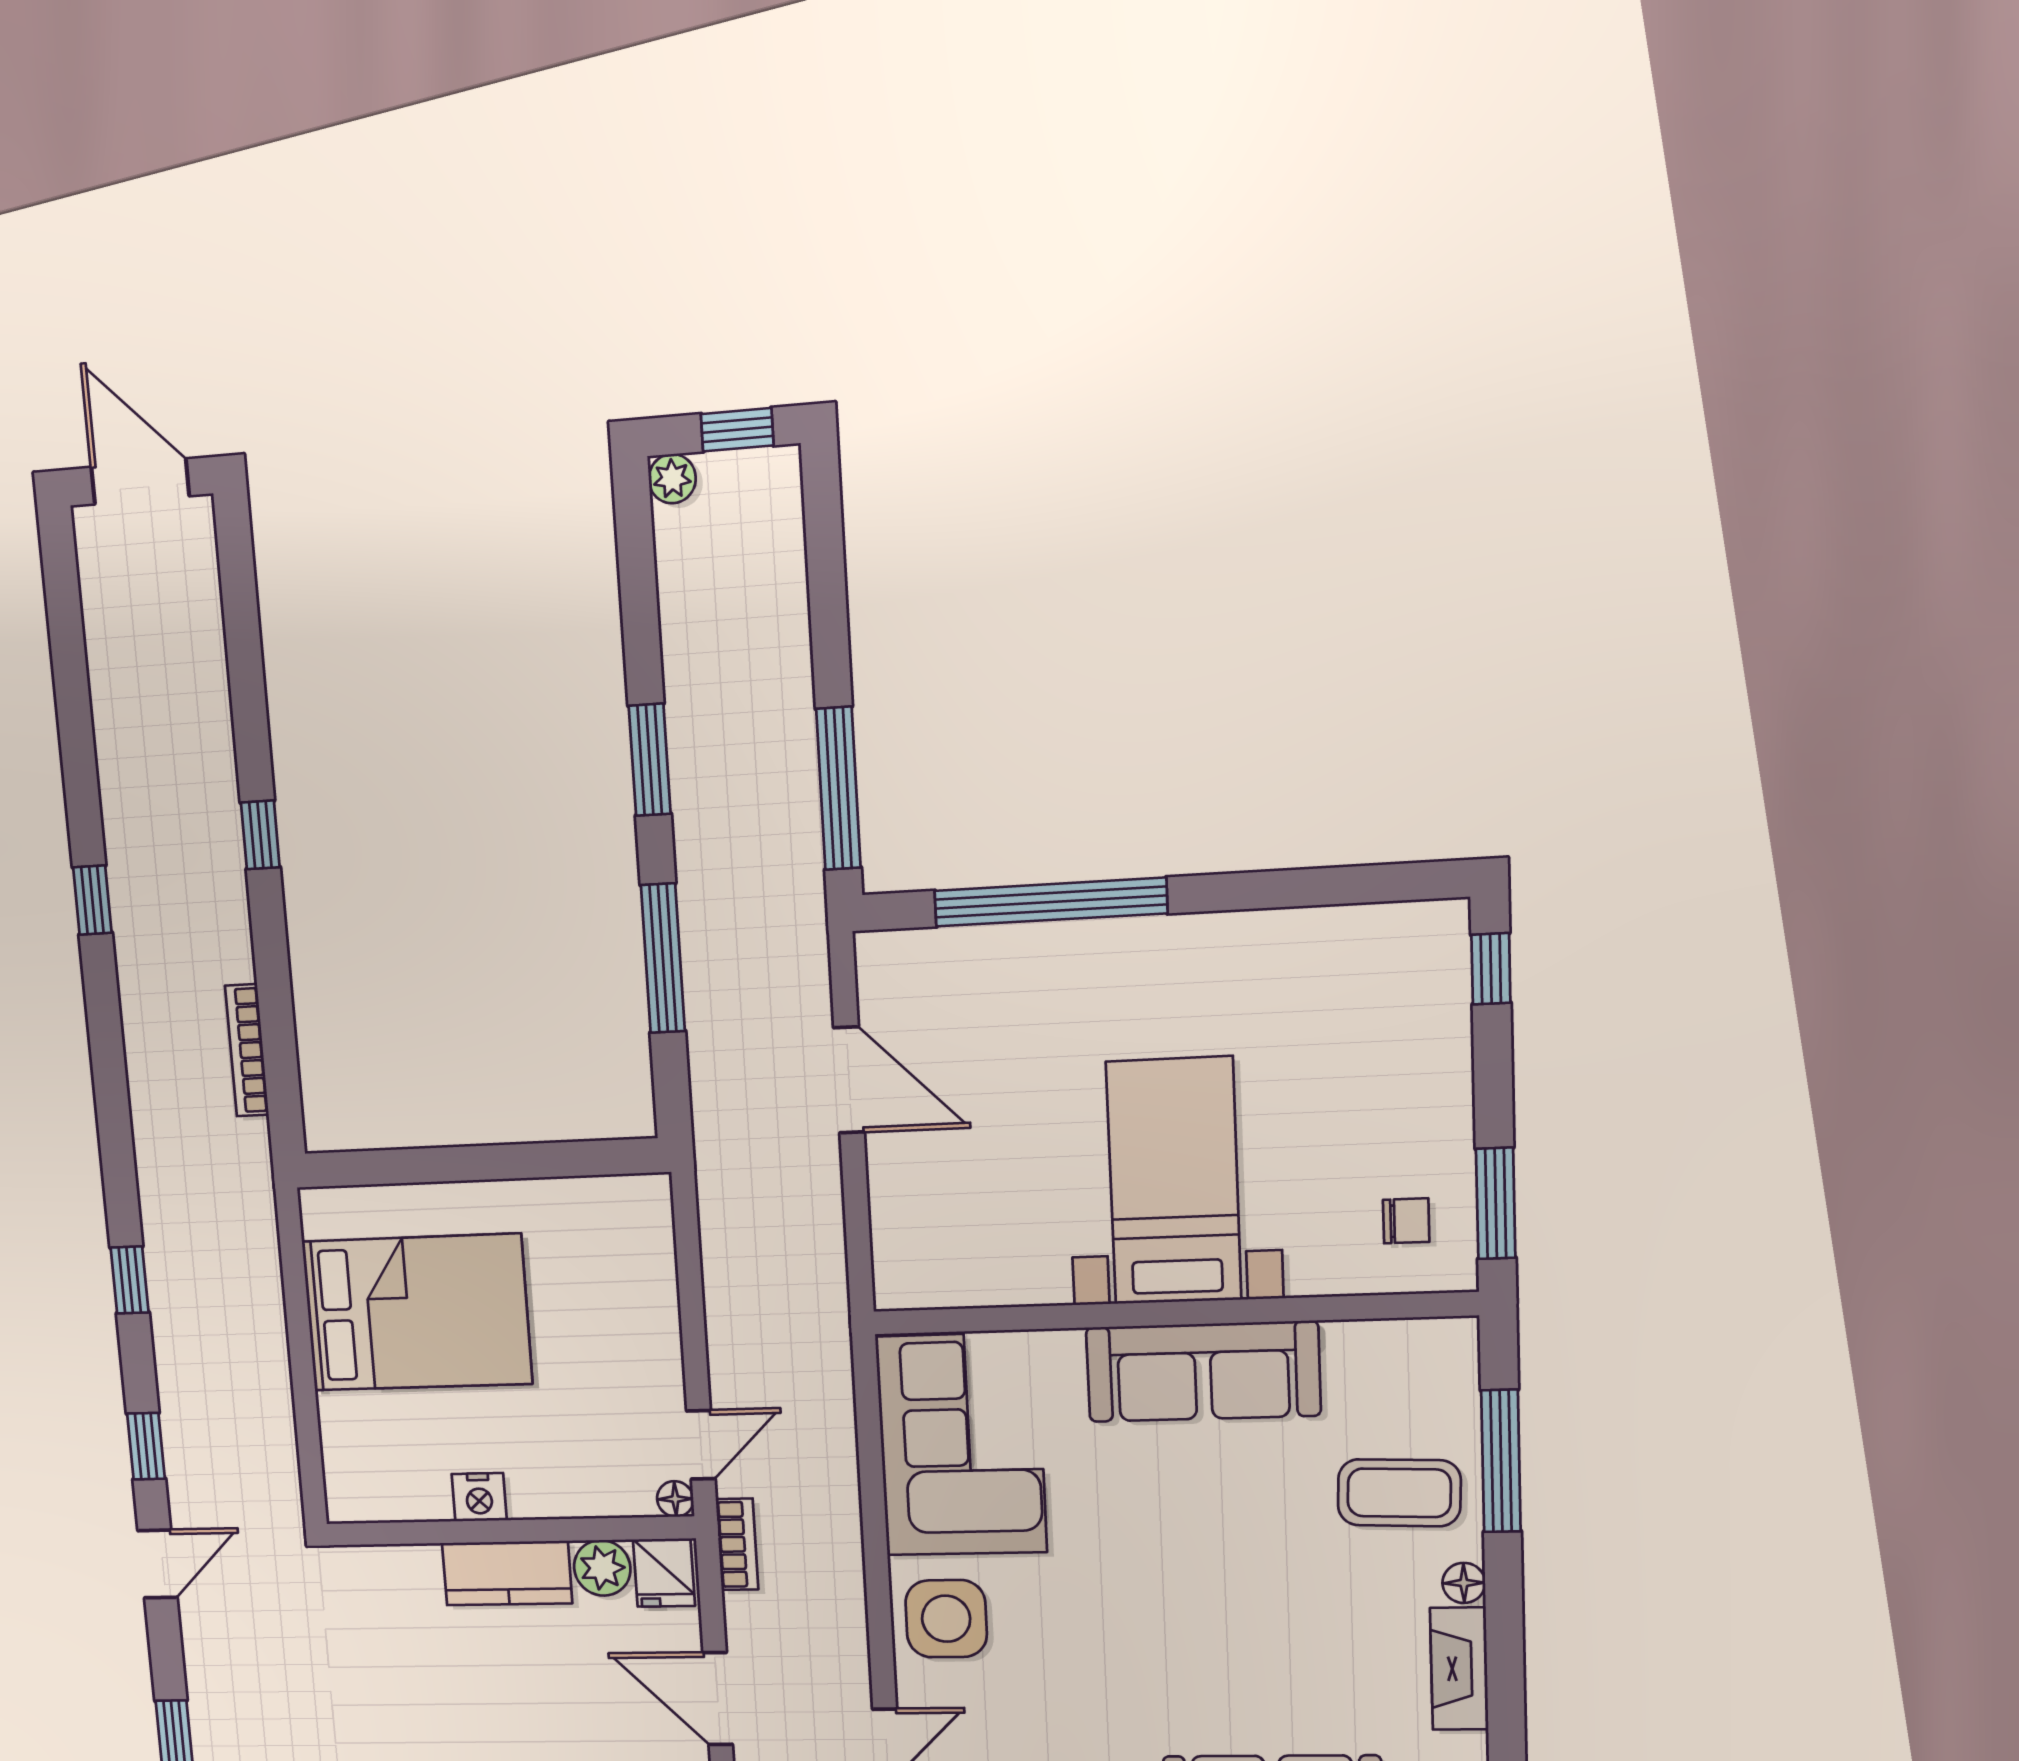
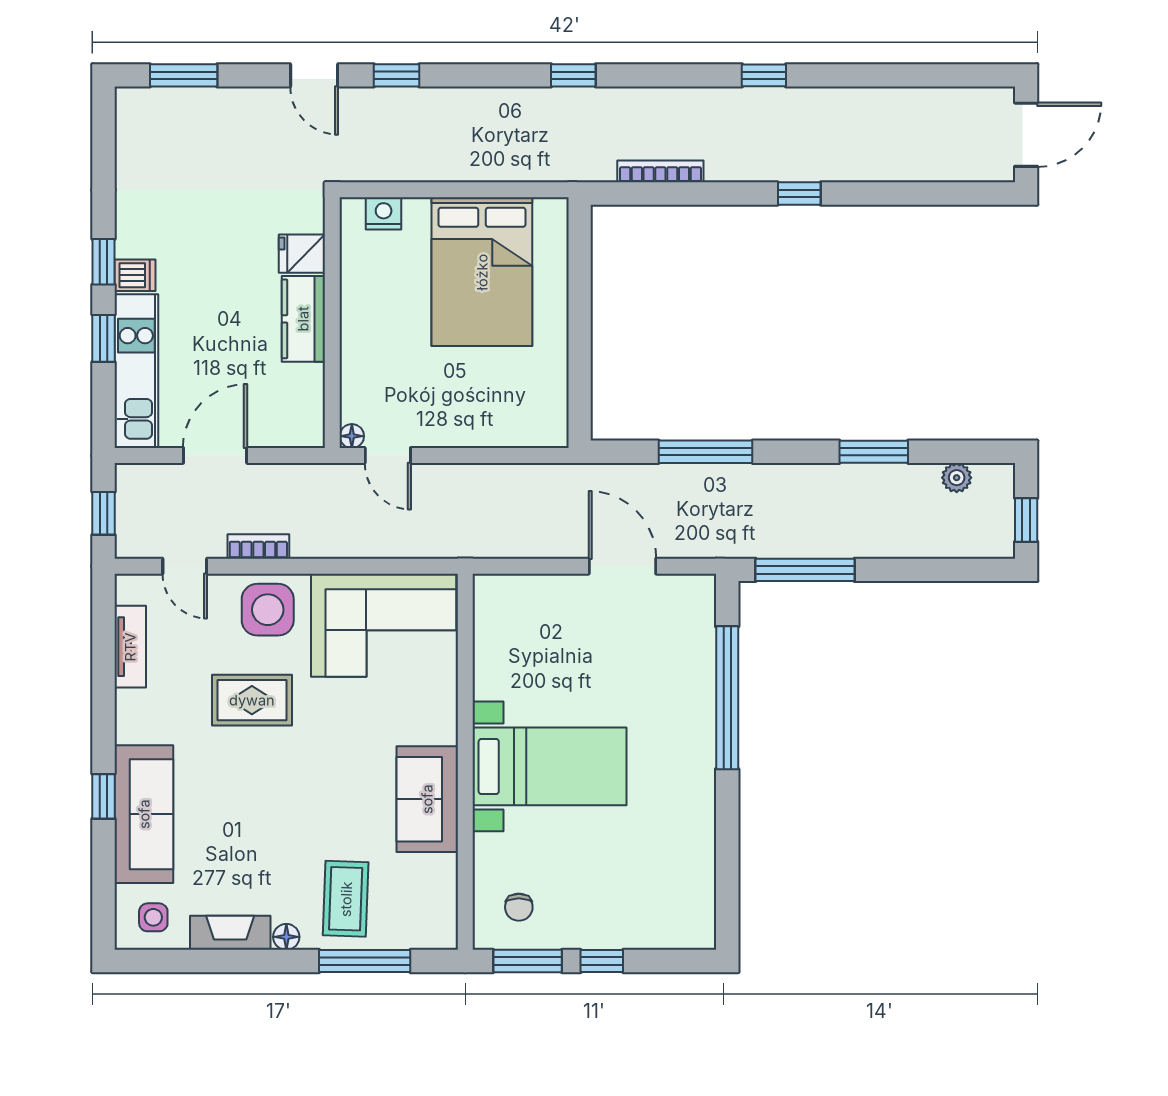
plant: (672, 479) -> (957, 478), moved
window: (650, 760) -> (874, 452), moved
window: (1491, 969) -> (602, 961), moved
door: (849, 1080) -> (622, 566), swing flipped
window: (130, 1280) -> (573, 75), moved
sofa: (1203, 1371) -> (427, 799), width x0.73
nightstand: (479, 1497) -> (384, 213), moved, turned 90
bookcase: (737, 1544) -> (258, 547), moved, turned 180
plant: (602, 1568) -> (306, 384), removed
fridge: (664, 1573) -> (302, 254), moved
rug: (1087, 1640) -> (252, 700), added

